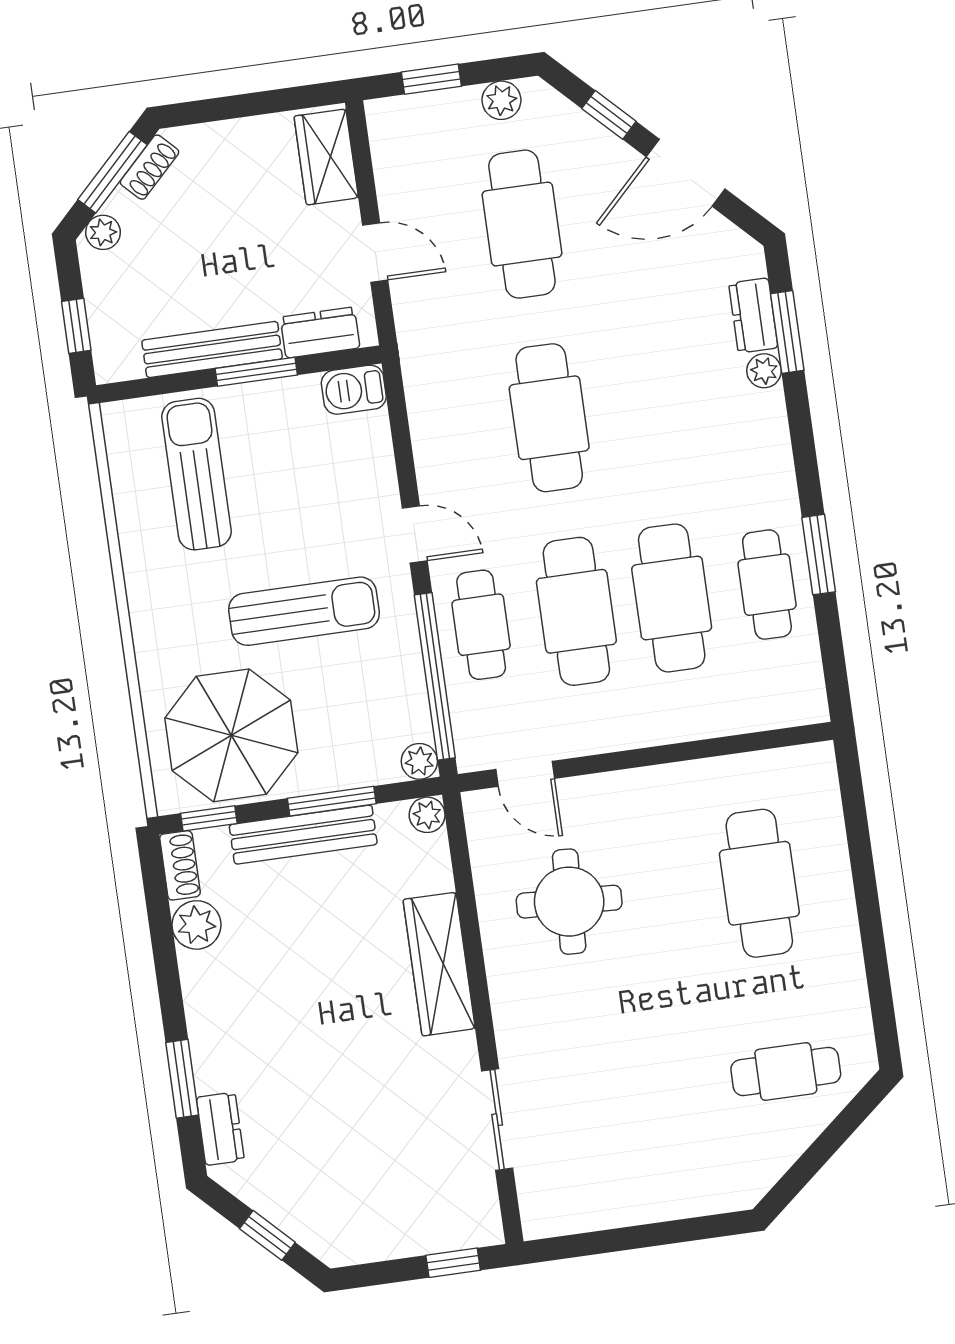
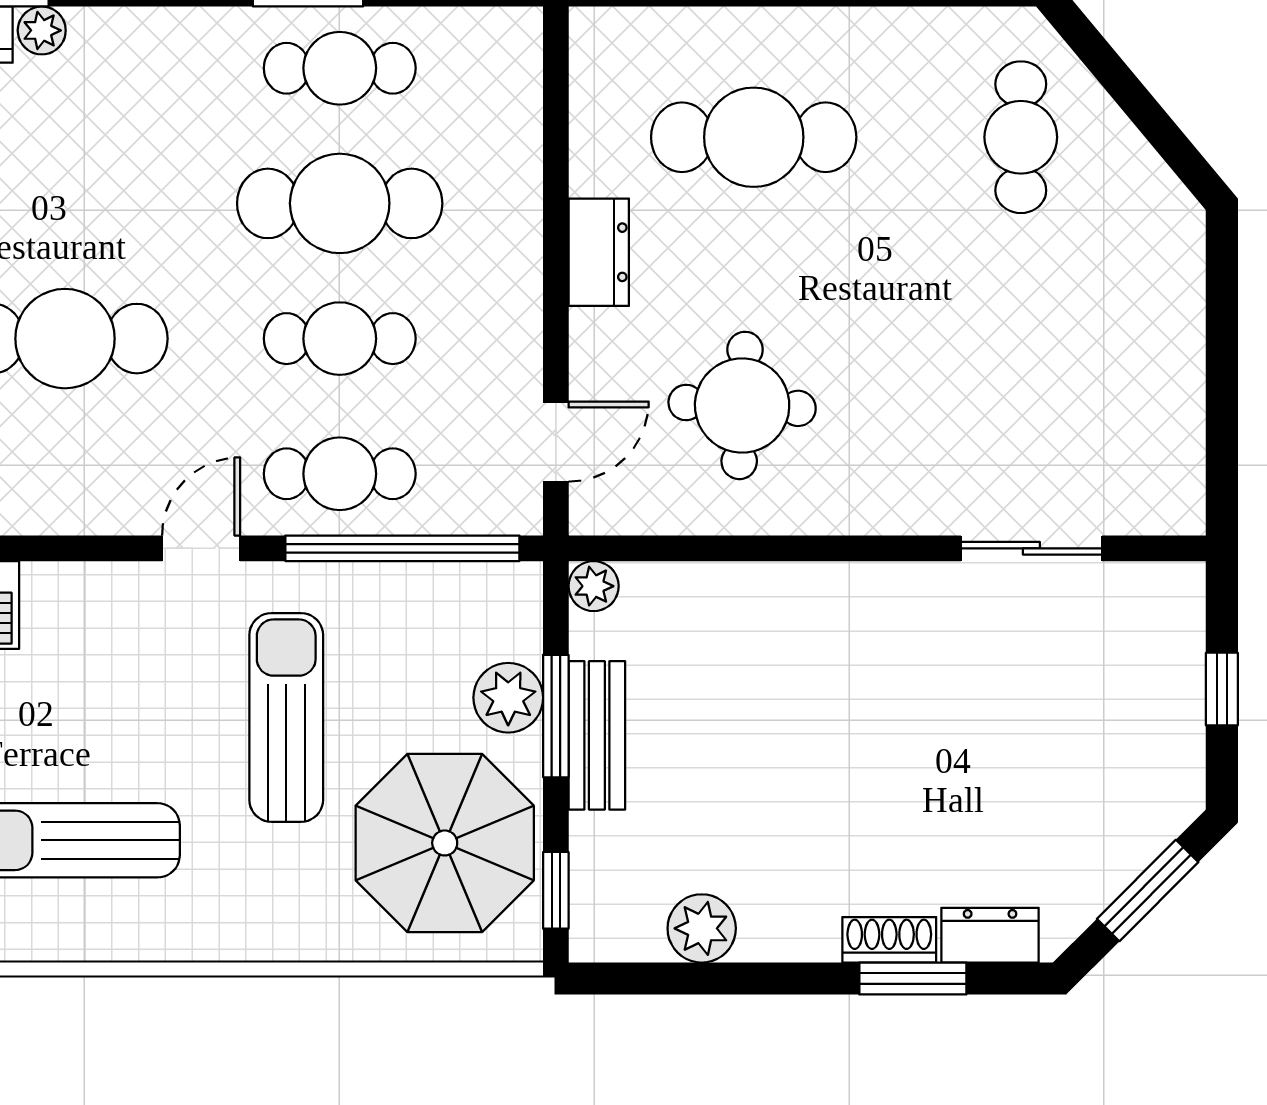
cafe table: (576, 611) -> (340, 339), width x0.73, depth x0.74
plant: (419, 761) -> (508, 698), moved, width x1.38, depth x1.38
dresser: (663, 785) -> (599, 252), added
bench: (303, 835) -> (597, 735), width x0.73
shoe rack: (180, 865) -> (889, 940), moved
wardrobe: (439, 964) -> (804, 599), removed
window: (267, 1235) -> (1148, 890), width x1.50
window: (453, 1263) -> (1222, 689), moved

